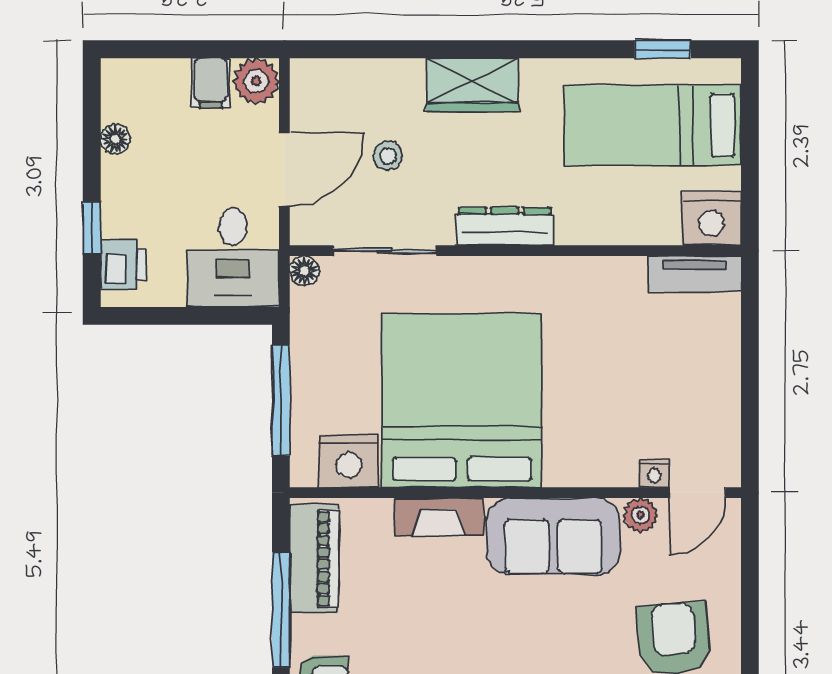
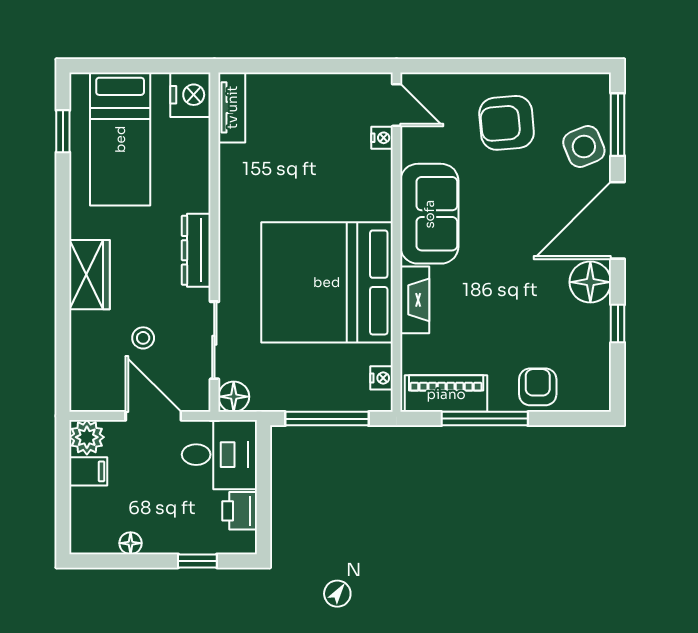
printer: (123, 264) -> (240, 511), moved, turned -90
floor lamp: (305, 271) -> (234, 397), width x1.37, depth x1.37
nightstand: (349, 461) -> (381, 378), width x0.53, depth x0.56
plant: (640, 515) -> (413, 148), removed

